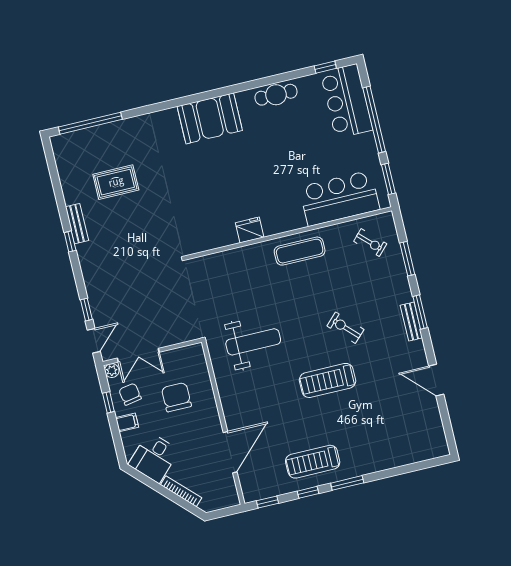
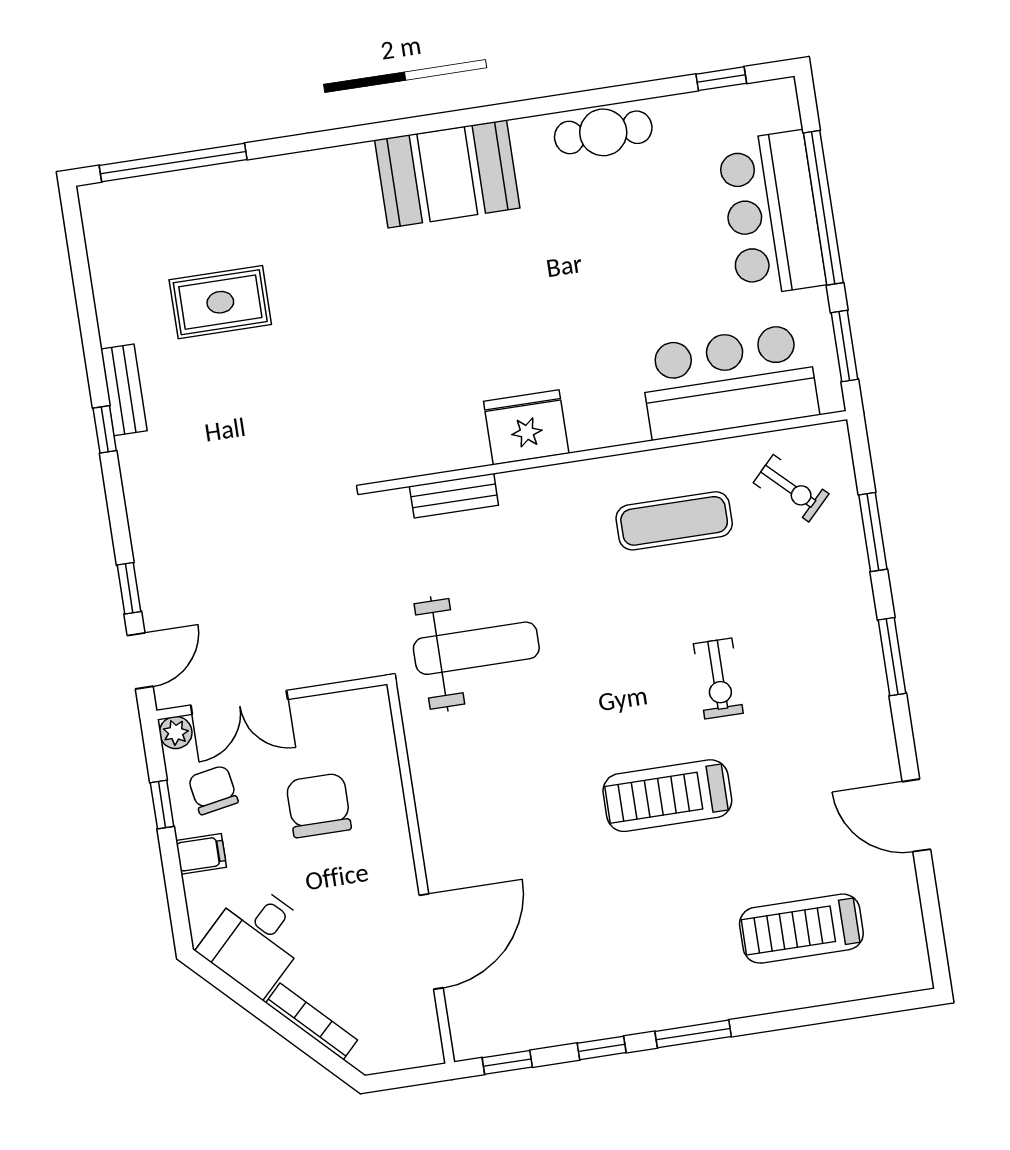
bar counter: (347, 101) -> (772, 214), moved
fridge: (250, 230) -> (526, 427), width x1.36, depth x1.34
exercise mat: (300, 251) -> (674, 521), moved
bench: (411, 322) -> (454, 496), moved, turned 90
exercise bike: (345, 328) -> (718, 679), turned -135
weight bench: (253, 342) -> (476, 648), moved
treadmill: (313, 462) -> (801, 929), moved

